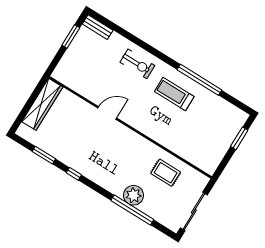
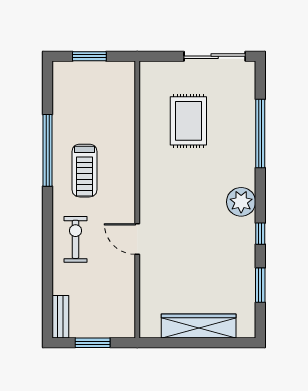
door: (107, 113) -> (137, 239), moved
wall: (130, 127) -> (137, 199), moved
rug: (166, 173) -> (188, 121), width x1.36, depth x1.43
plant: (134, 195) -> (241, 202), moved

